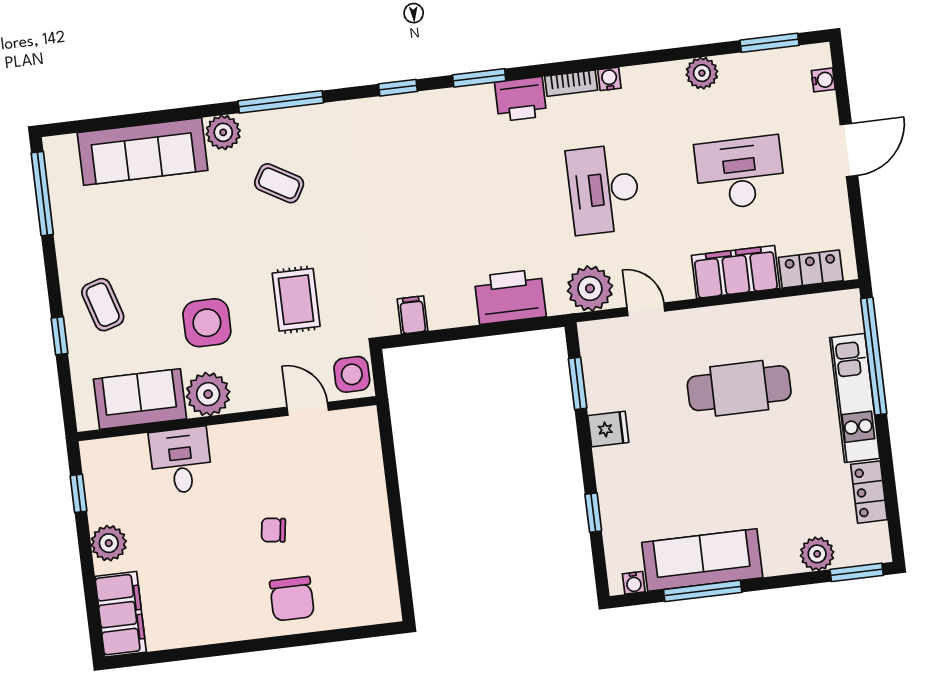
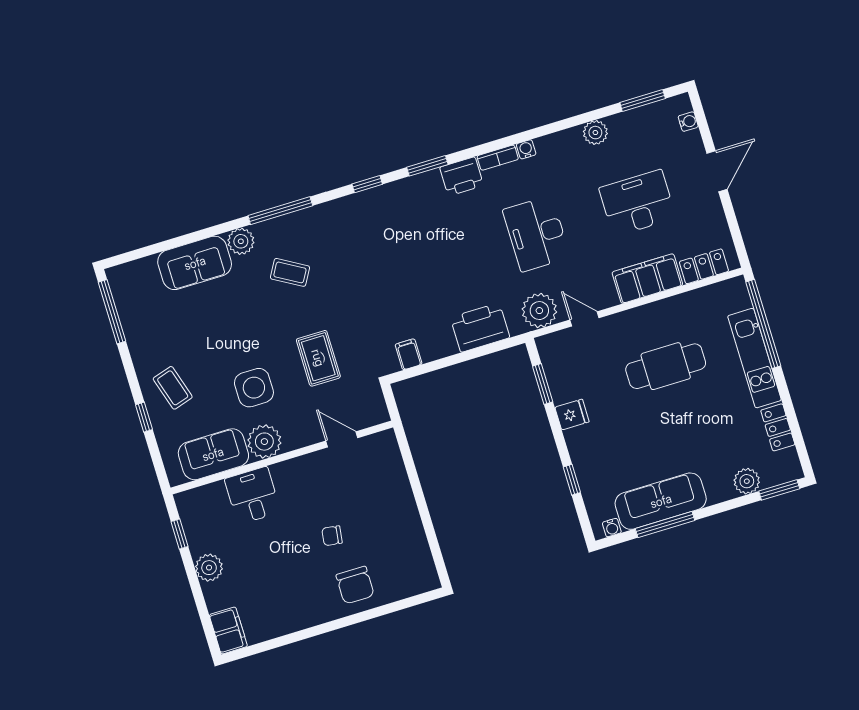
sofa: (143, 152) -> (195, 263), width x0.73
side table: (352, 374) -> (371, 407), removed
filing cabinet: (121, 614) -> (228, 631), width x0.67, depth x0.86

